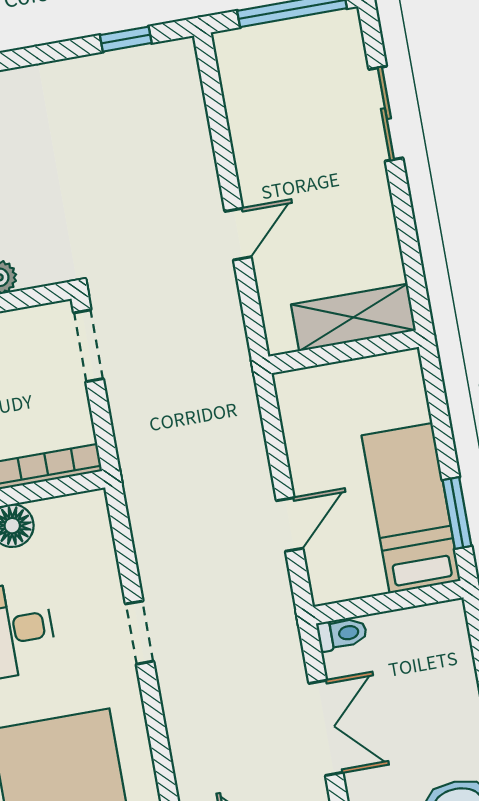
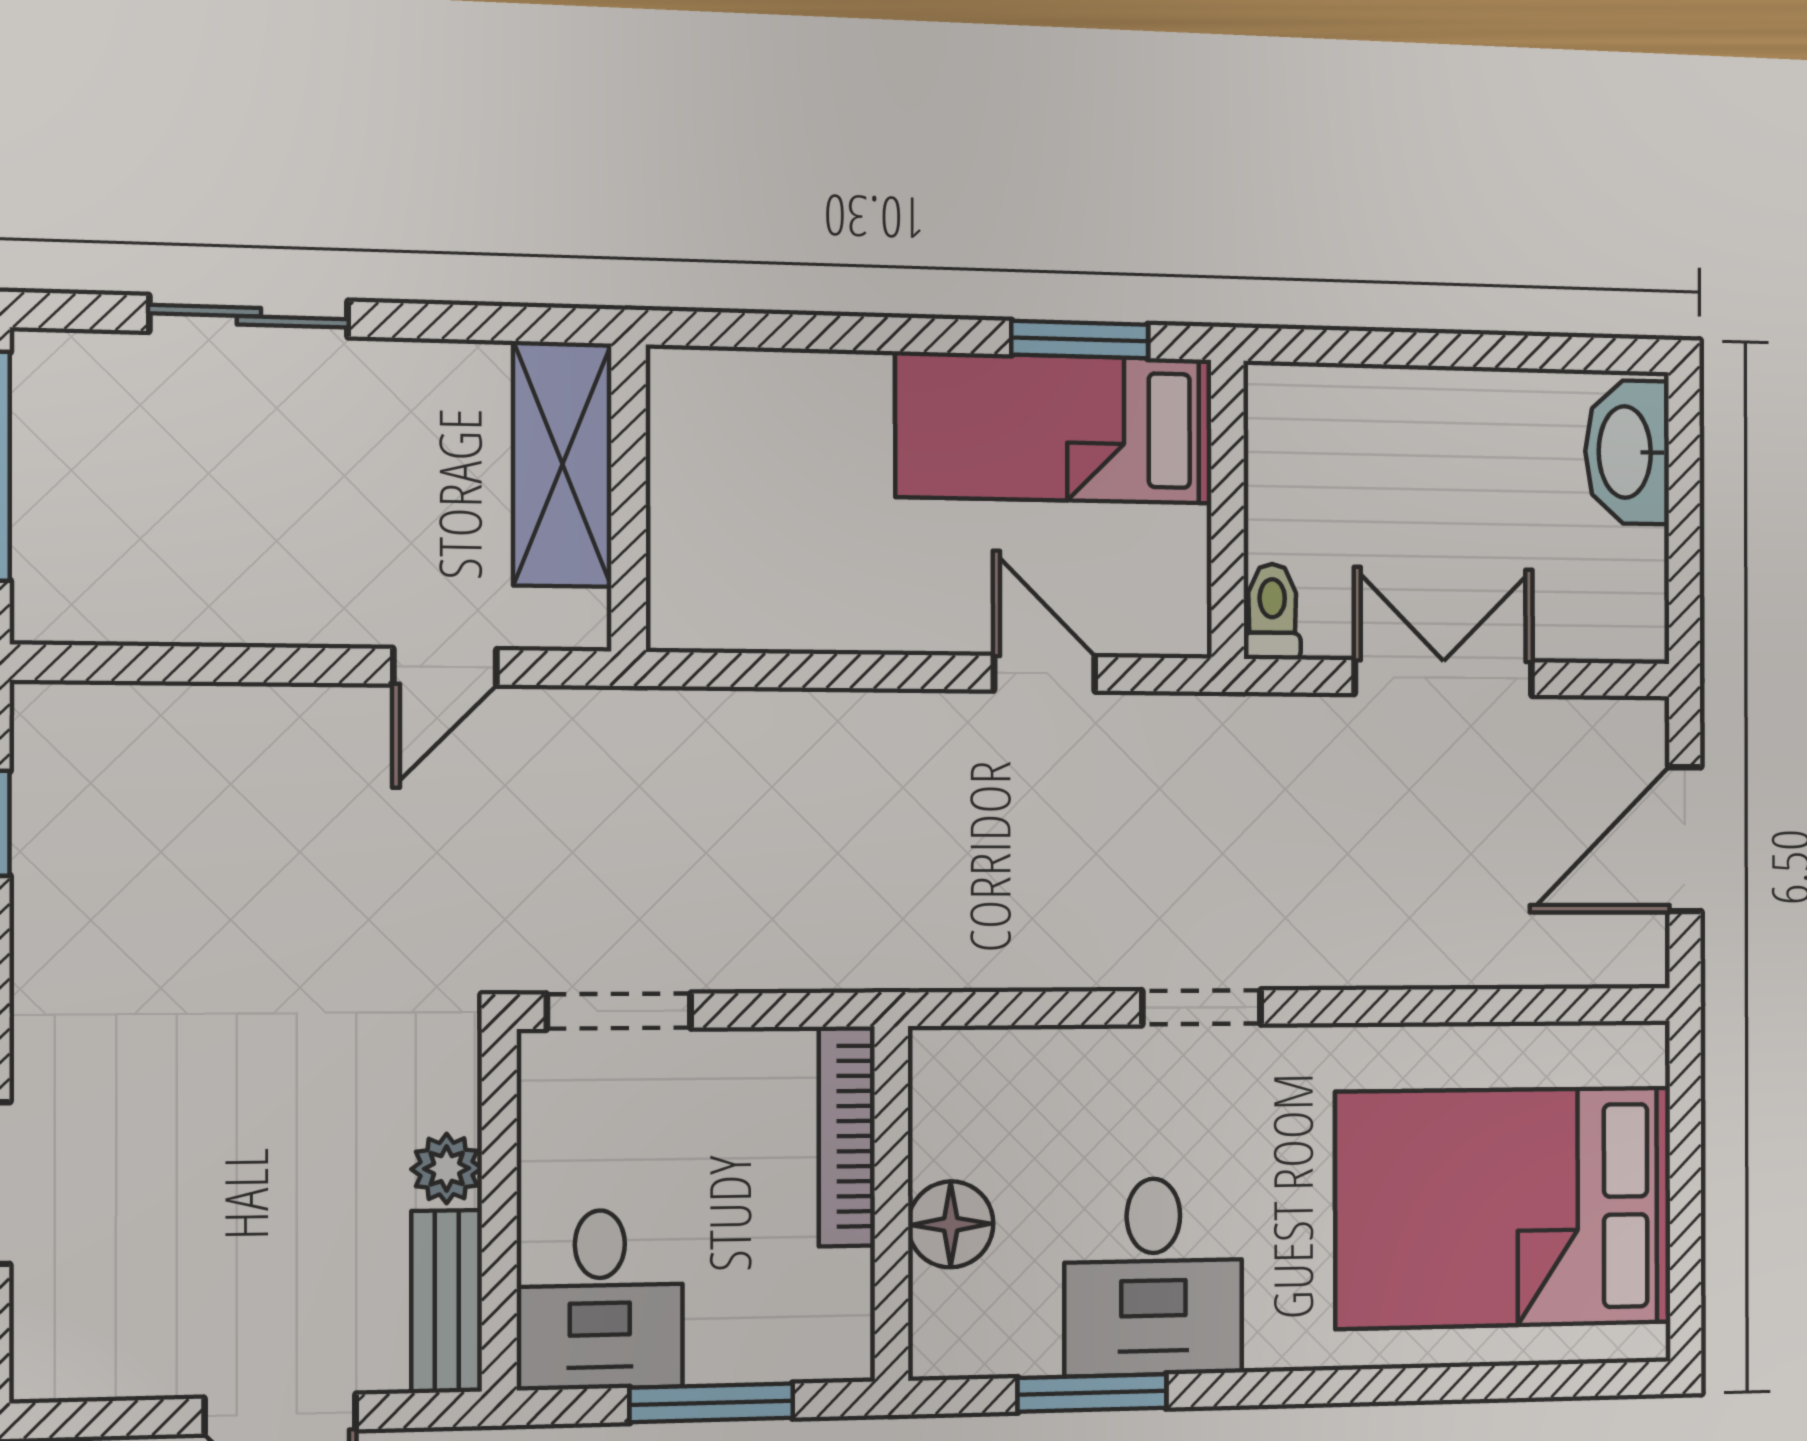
door: (238, 234) -> (445, 667), swing flipped
shelving: (353, 317) -> (562, 464), moved
wall: (344, 352) -> (629, 498), moved

